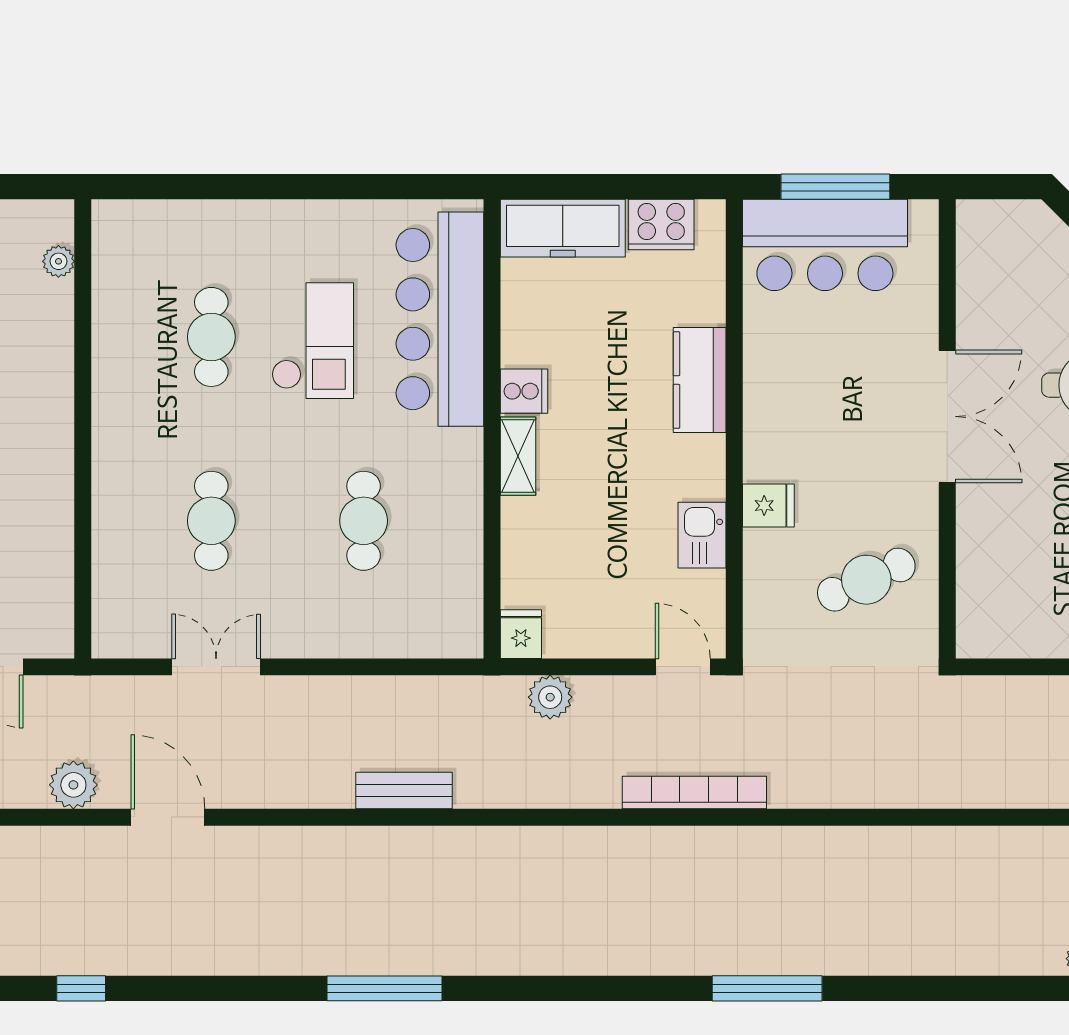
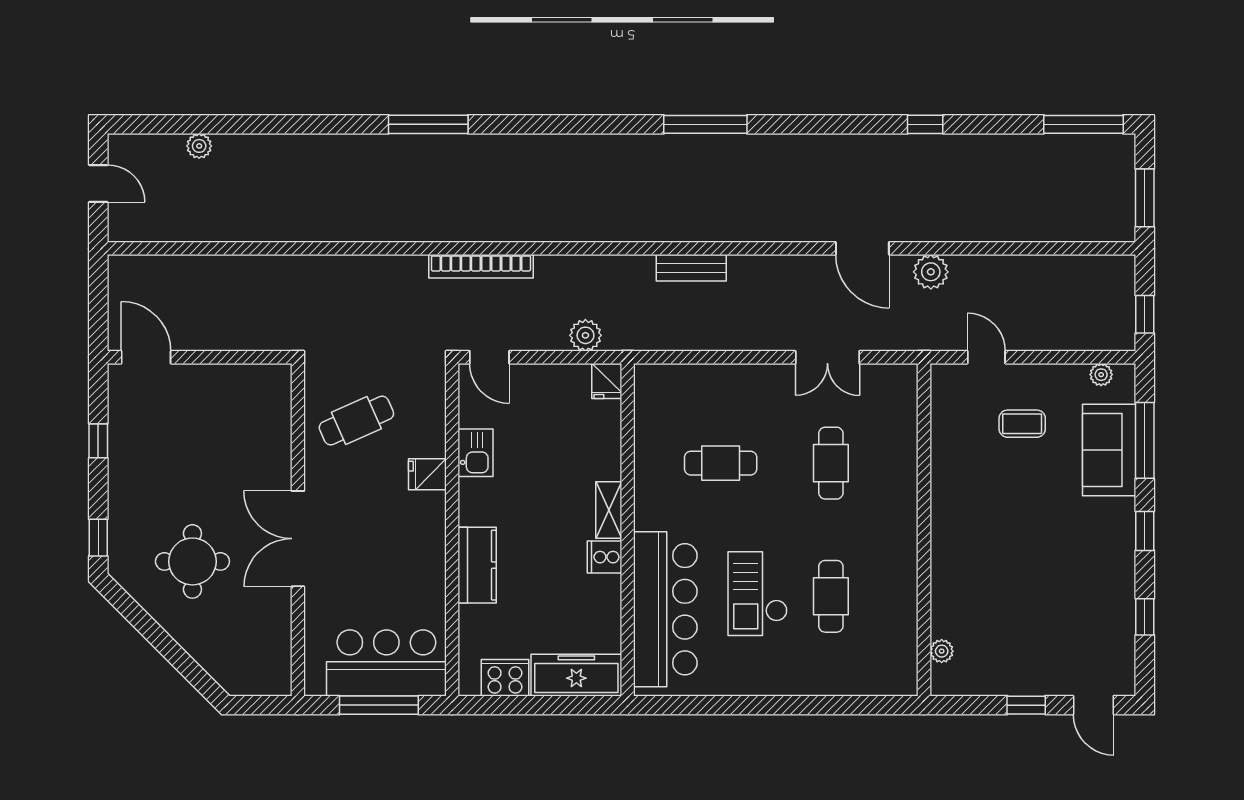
cafe table: (364, 521) -> (721, 463), turned 90

